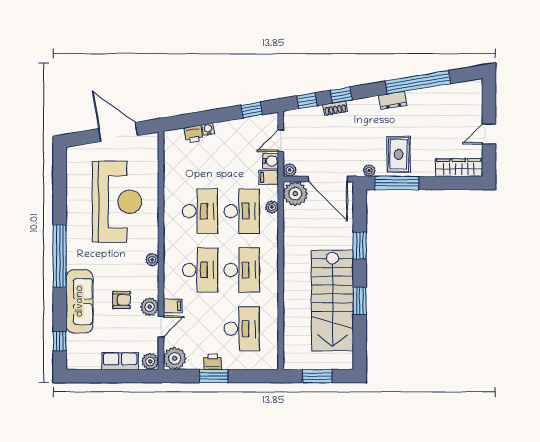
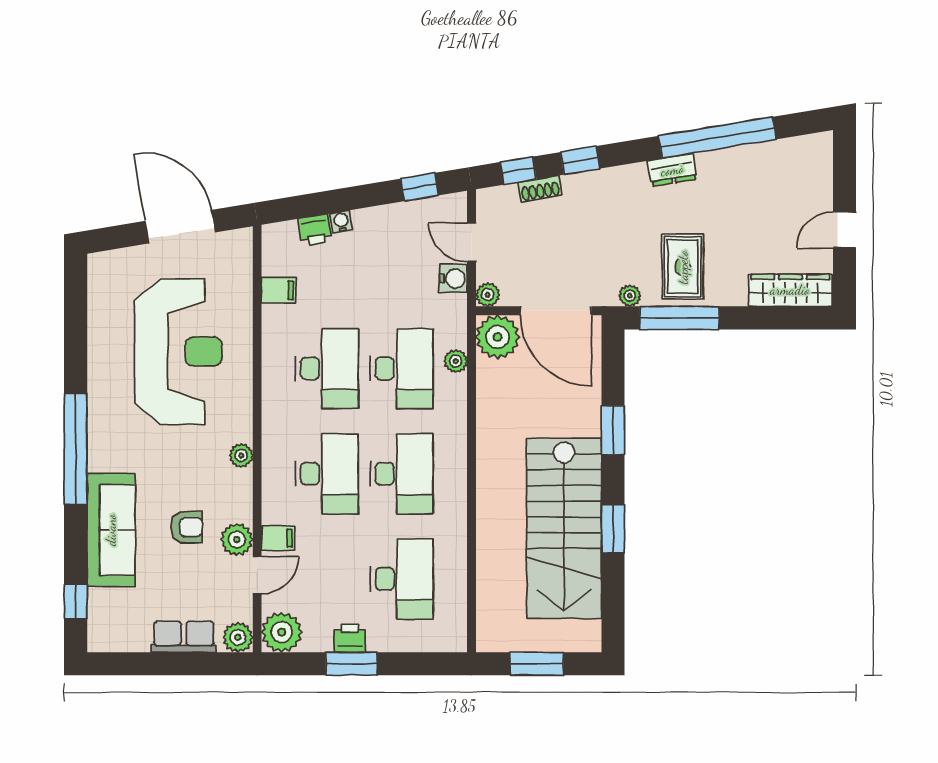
shoe rack: (335, 108) -> (540, 189), moved
door: (281, 141) -> (471, 242), hinge flipped
filing cabinet: (269, 177) -> (279, 290), moved, turned 180

